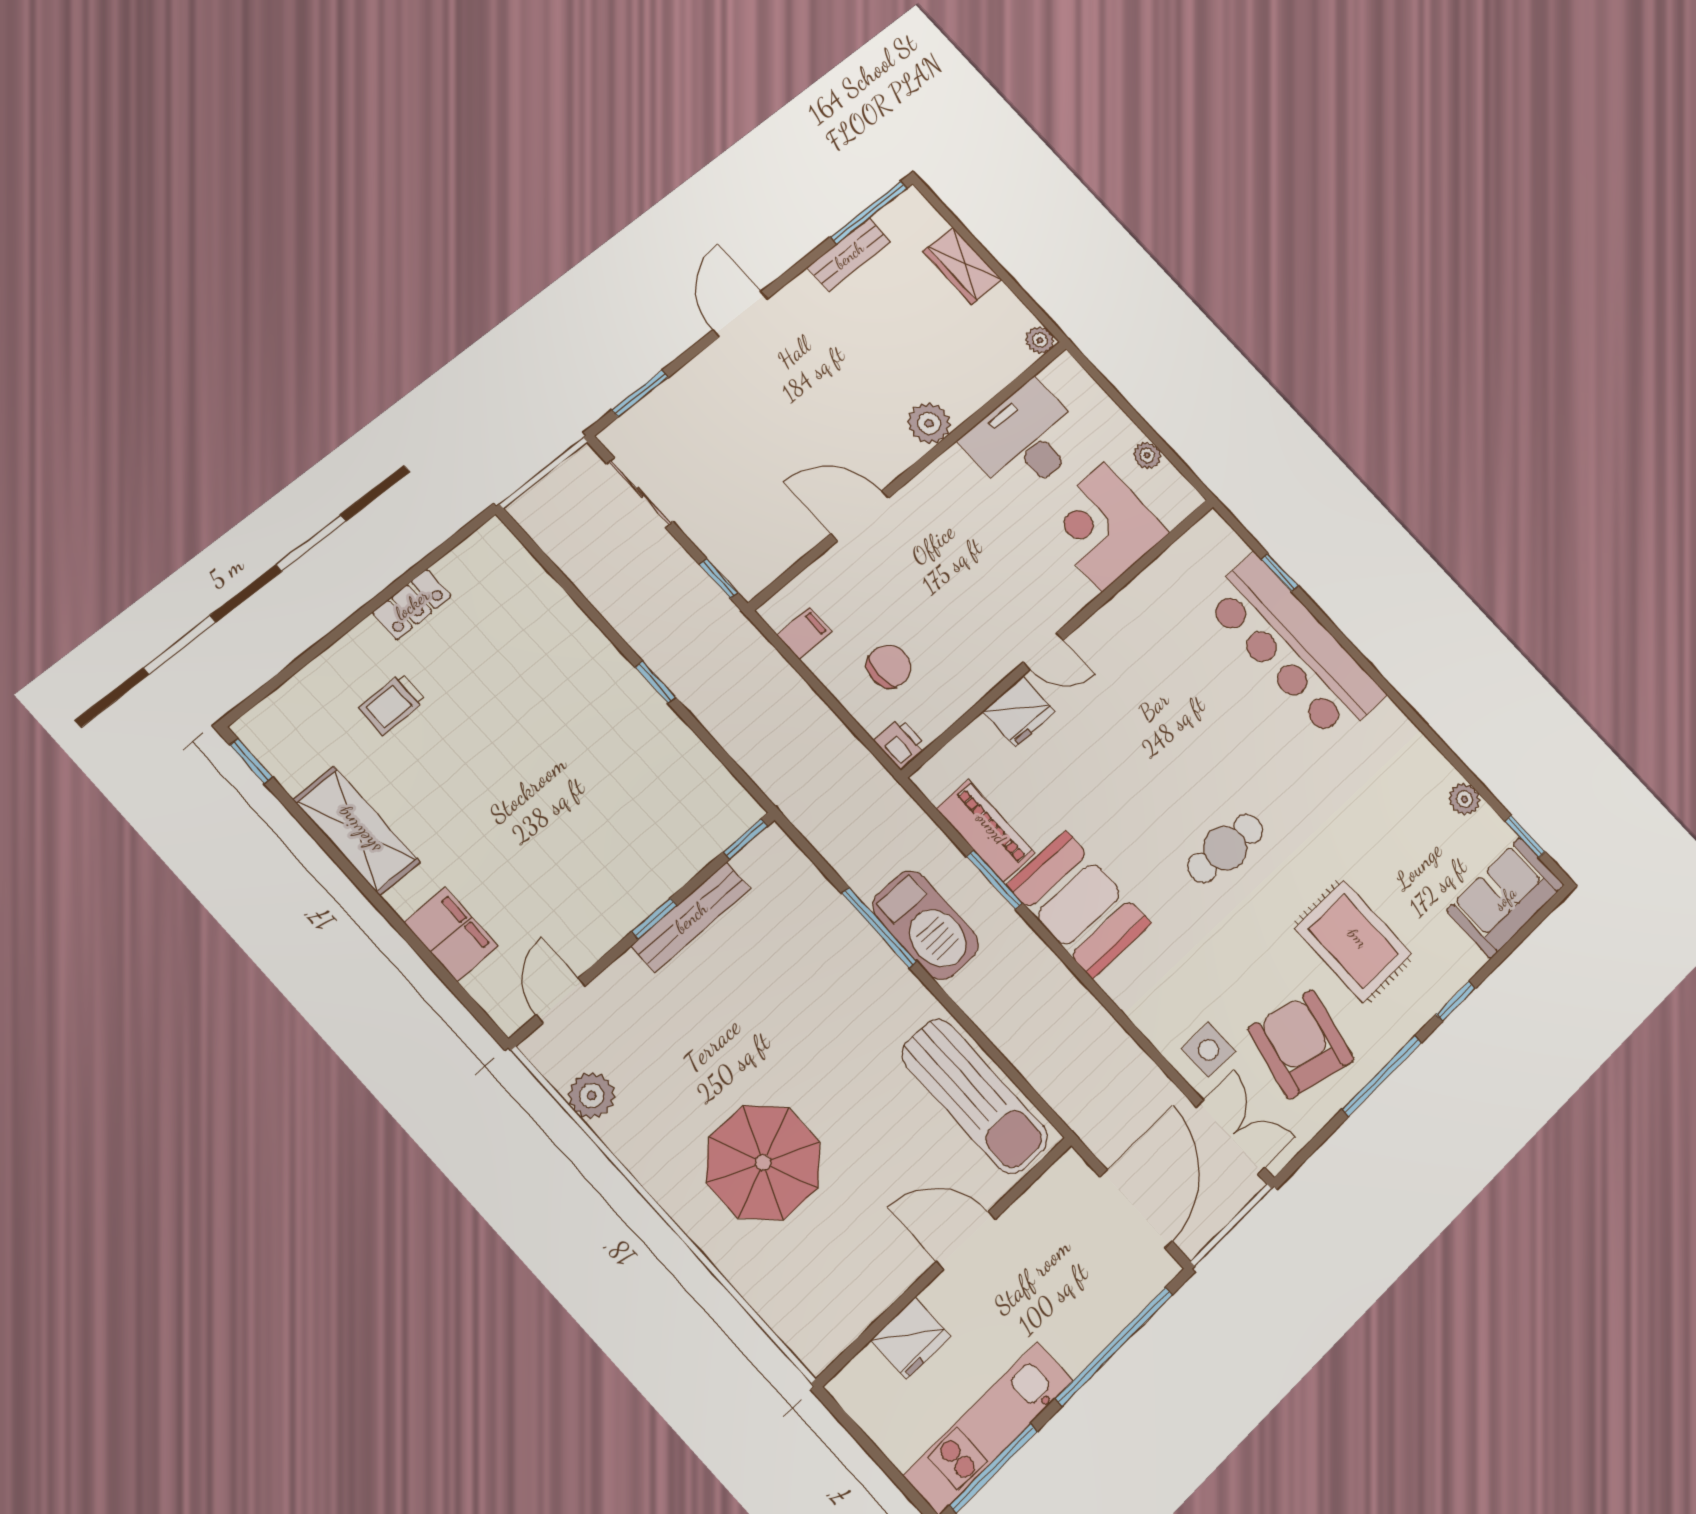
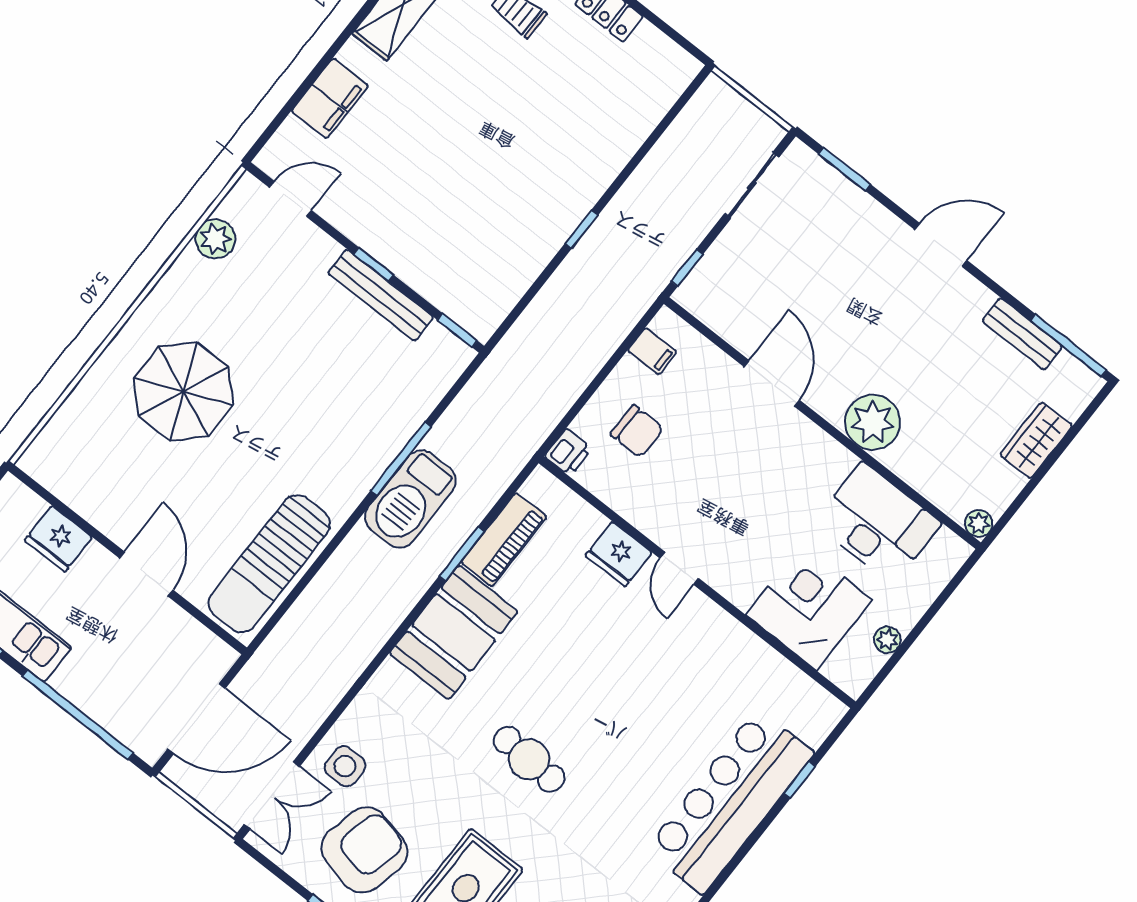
plant: (929, 423) -> (873, 422), width x1.36, depth x1.36

